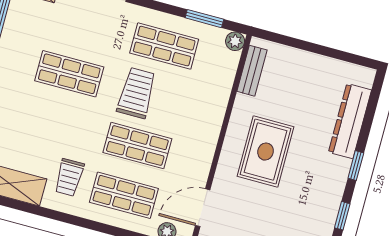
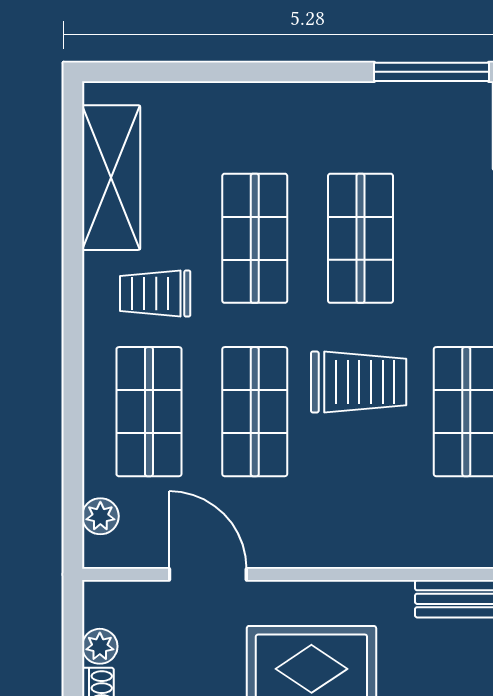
shop shelf: (56, 124) -> (255, 238), added
door: (203, 208) -> (208, 574), moved

